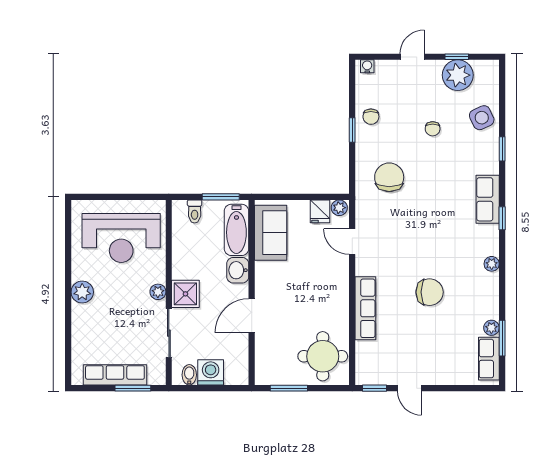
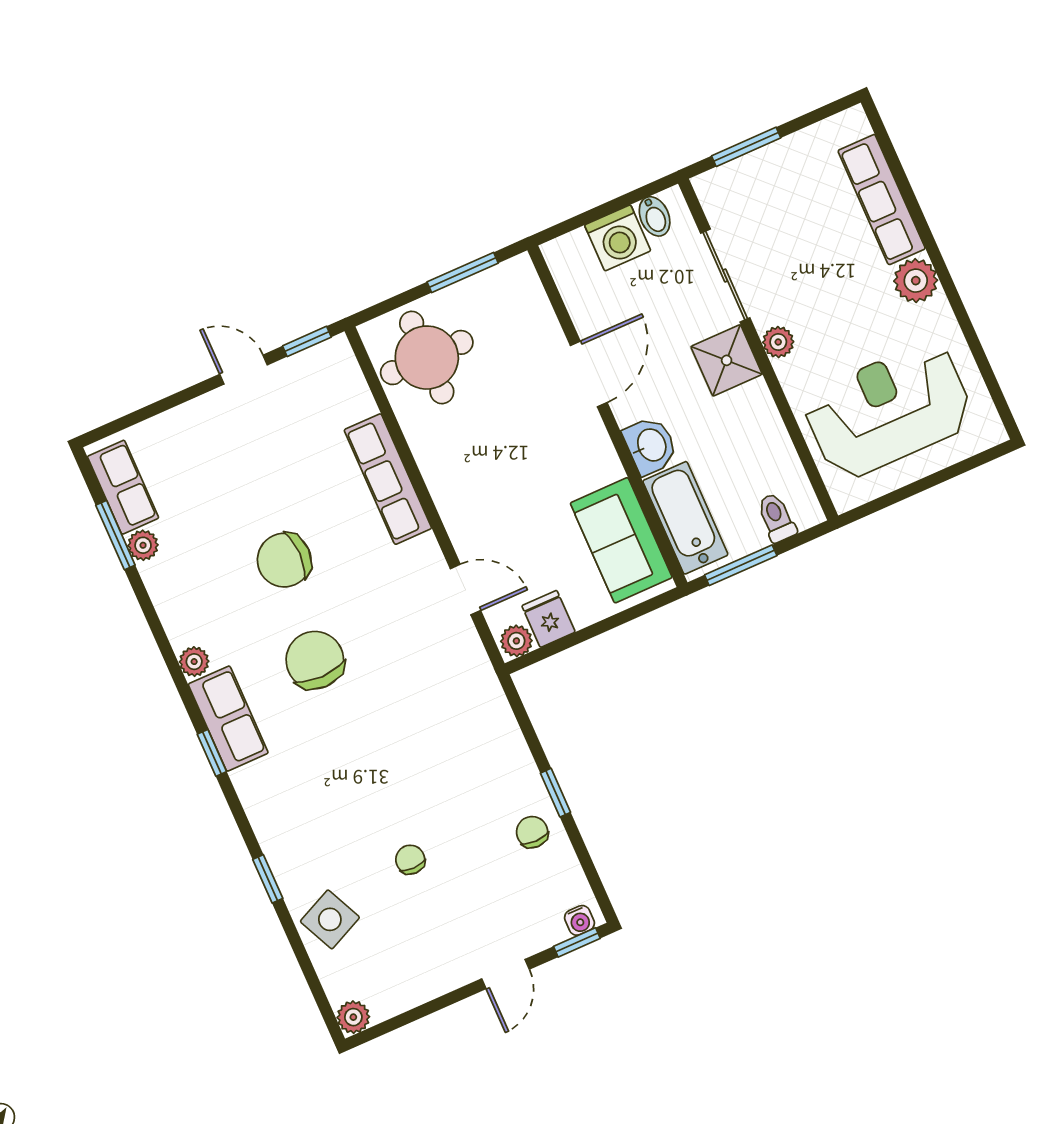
window: (457, 57) -> (577, 942), moved
plant: (458, 75) -> (353, 1017), moved, width x0.53, depth x0.53
chair: (389, 177) -> (315, 660), moved, turned 180
row of seats: (488, 199) -> (228, 719), moved
row of seats: (115, 375) -> (882, 200), moved, turned 90

